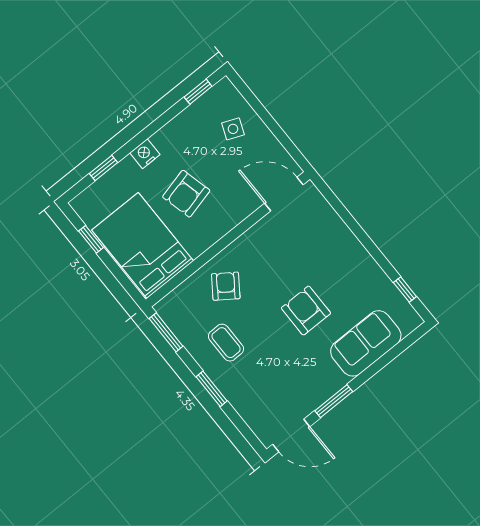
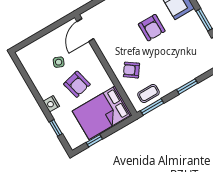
window: (198, 92) -> (21, 69), removed
side table: (233, 129) -> (59, 62), moved
armchair: (306, 311) -> (152, 28), turned -90
coffee table: (226, 343) -> (148, 93), moved

